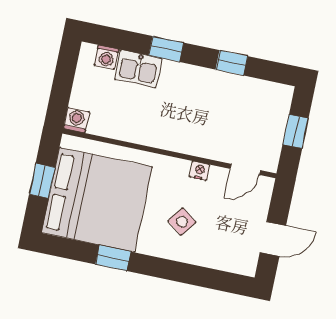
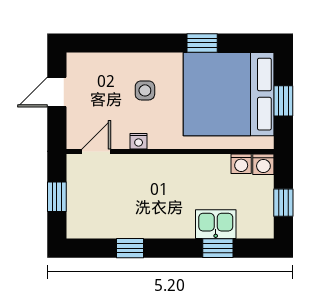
window: (166, 49) -> (218, 248), moved
washing machine: (107, 57) -> (241, 164), moved, turned 180
window: (64, 76) -> (283, 203), added
side table: (182, 222) -> (145, 90), turned -36

